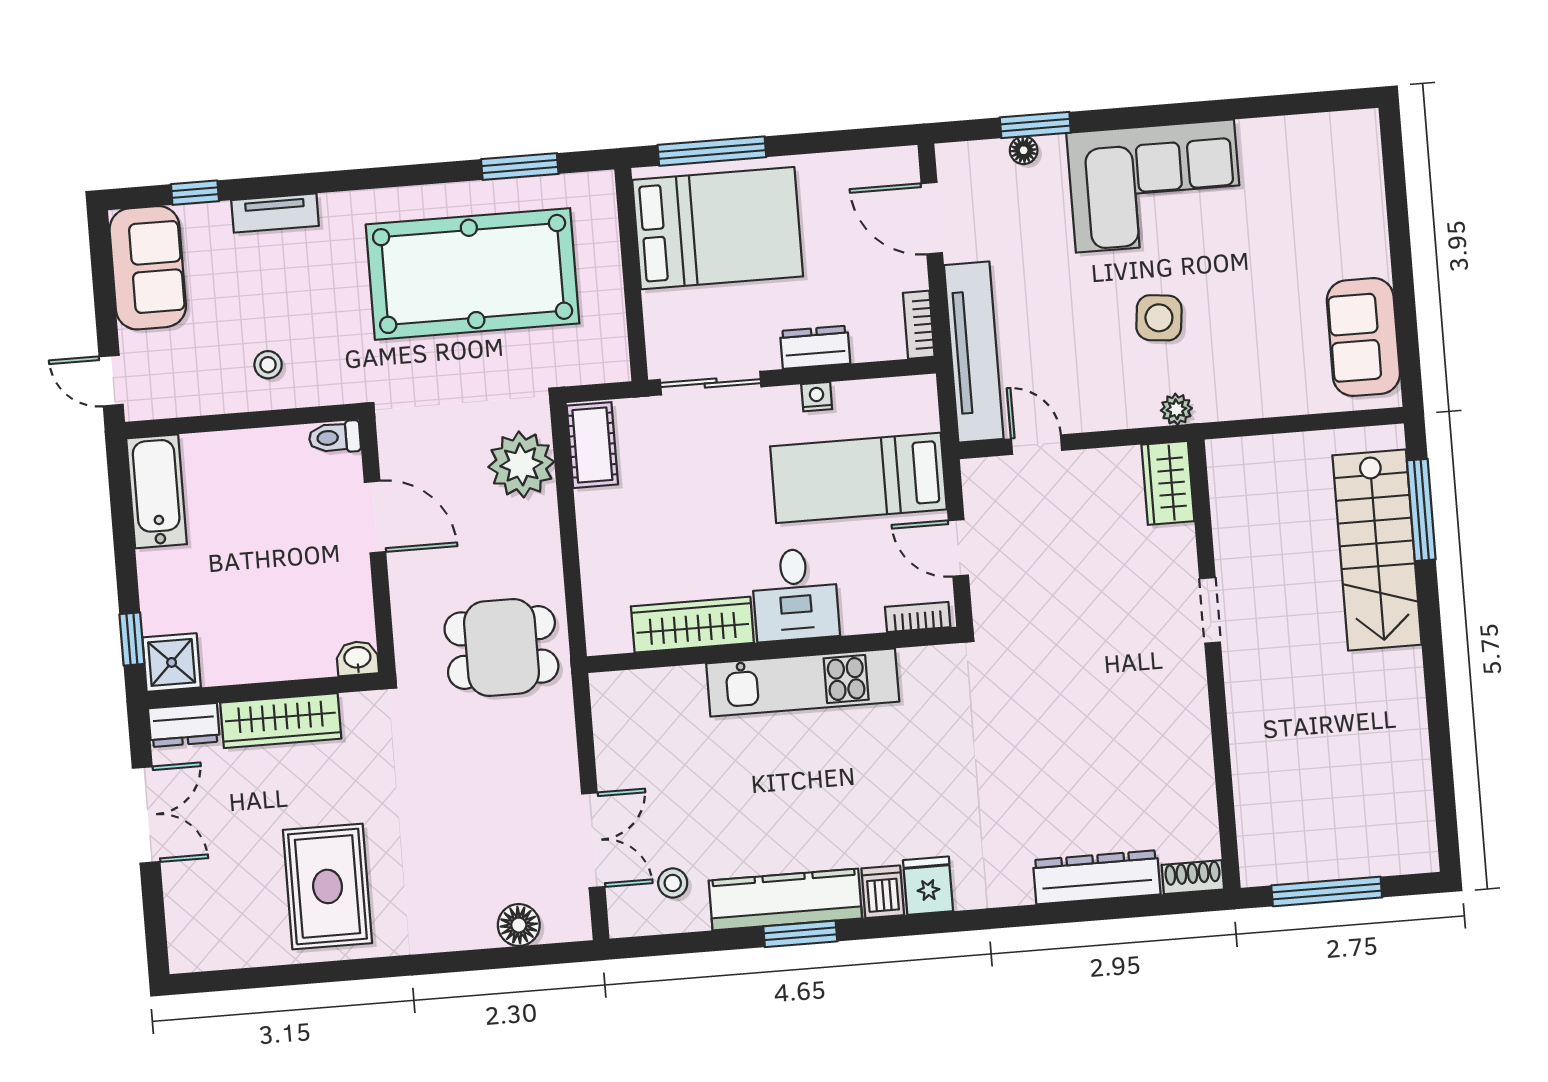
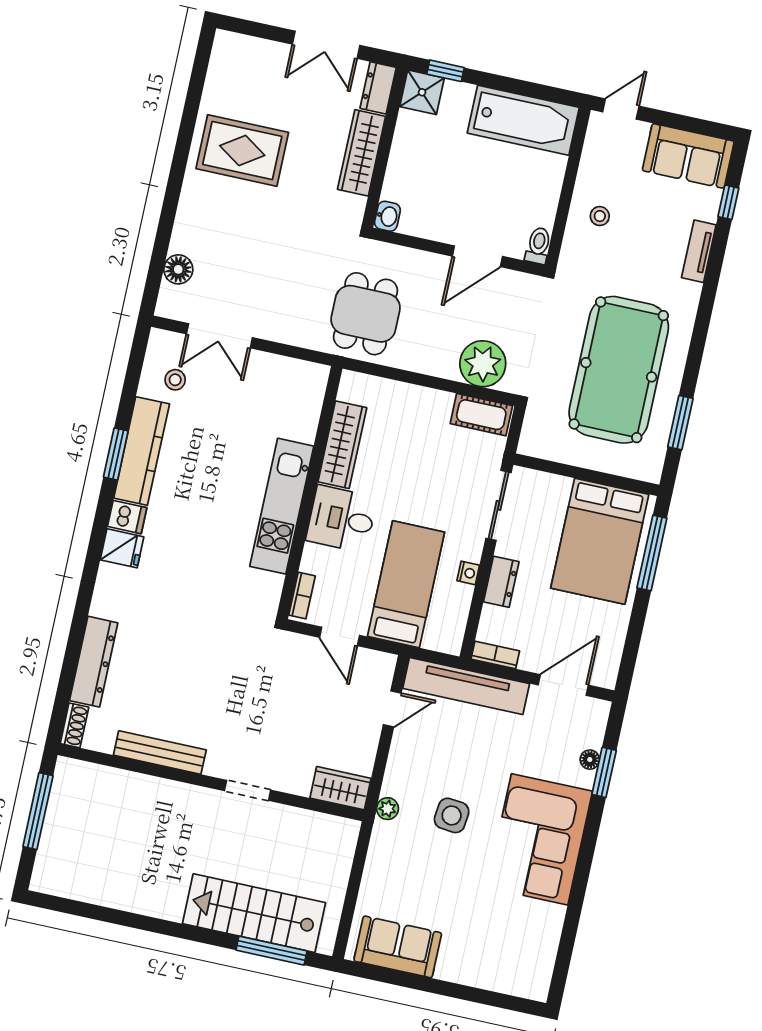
bathtub: (157, 491) -> (523, 120), width x1.36, depth x1.36
door: (958, 548) -> (340, 636), swing flipped
bench: (1194, 748) -> (160, 752), added

